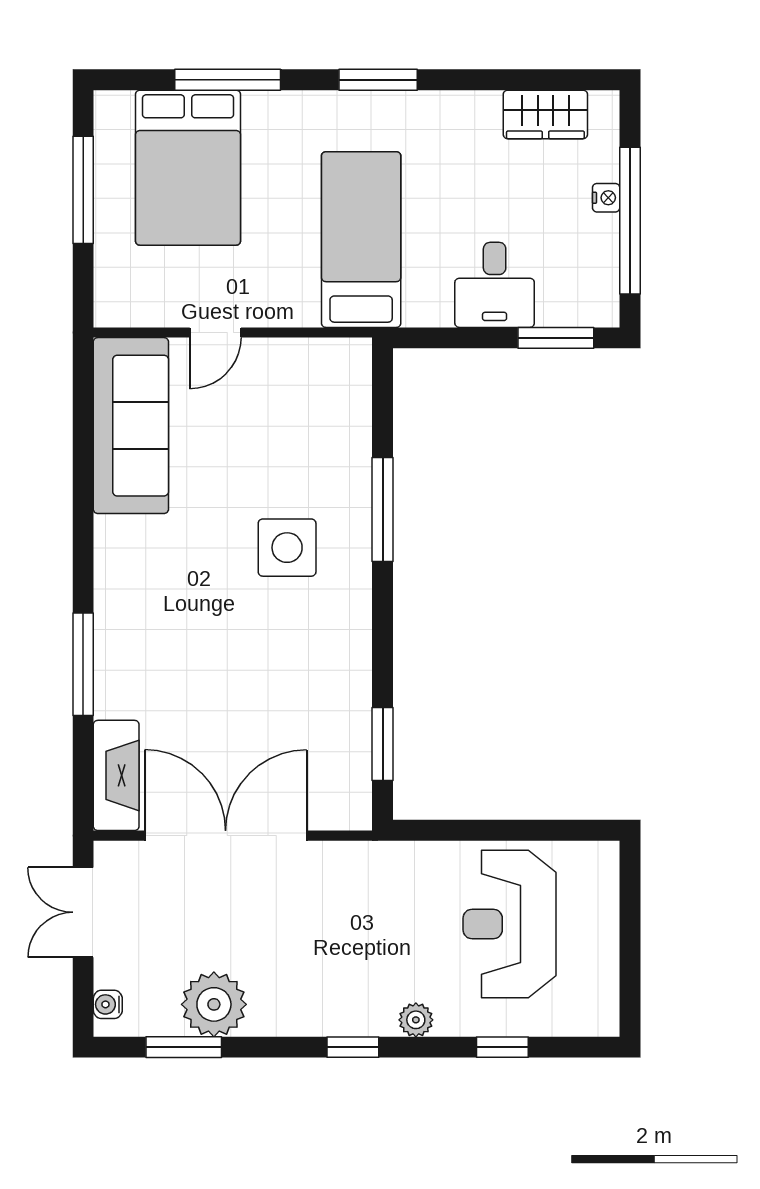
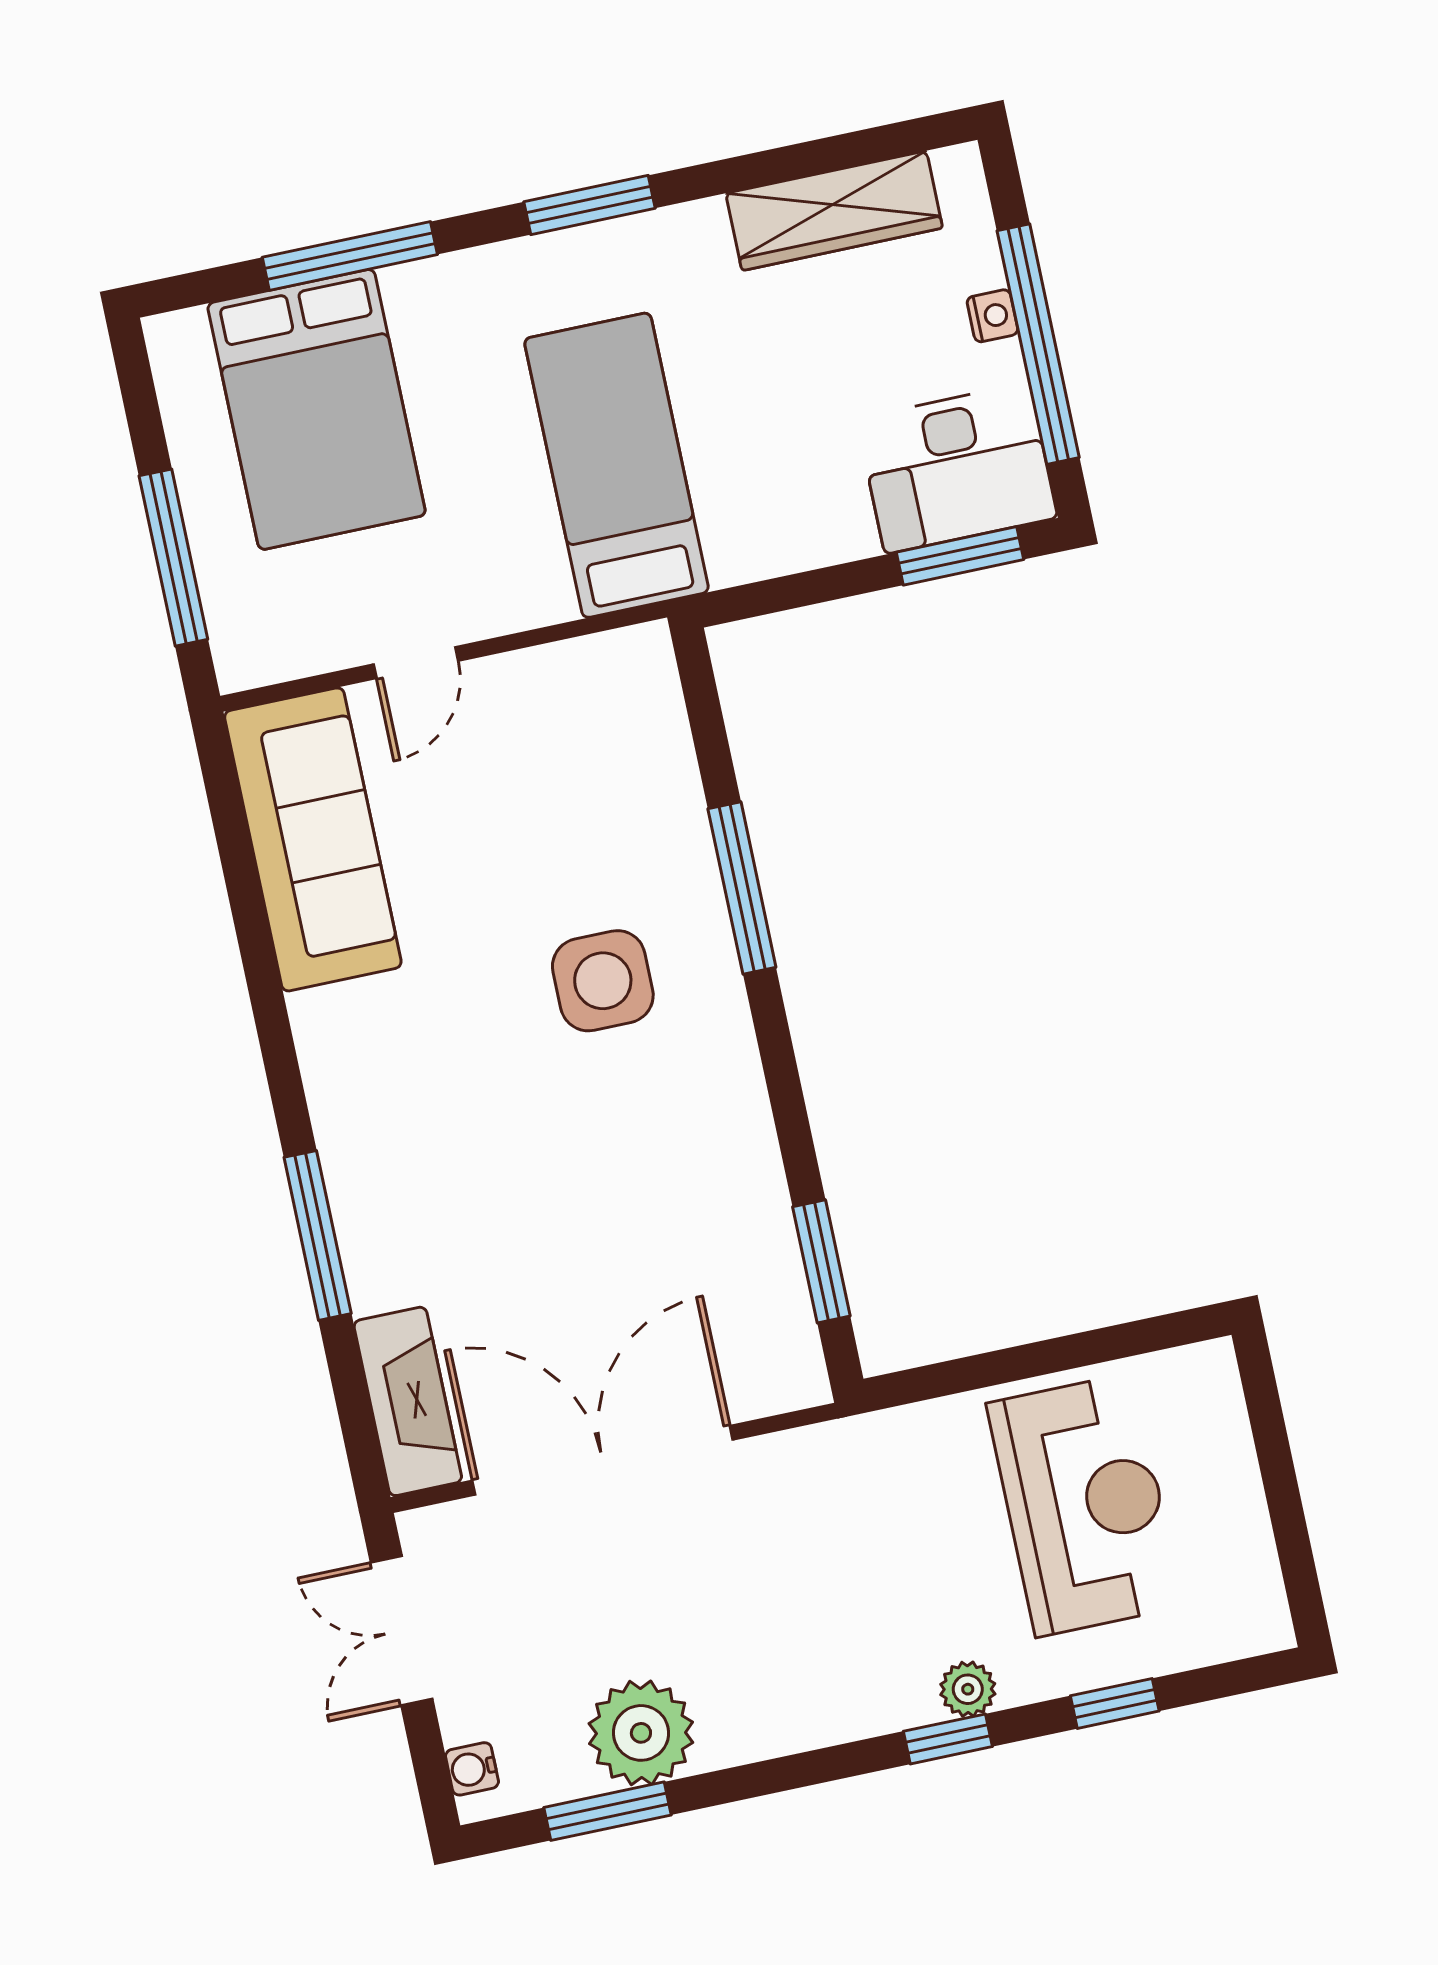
wardrobe: (545, 114) -> (834, 211), width x1.50
window: (83, 190) -> (173, 558), moved
desk: (495, 285) -> (957, 468), moved, width x1.37
reception desk: (510, 924) -> (1085, 1505), turned 180
window: (353, 1047) -> (948, 1739), moved

